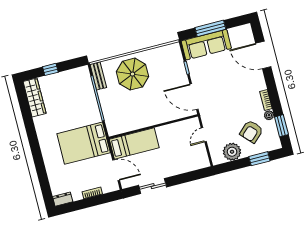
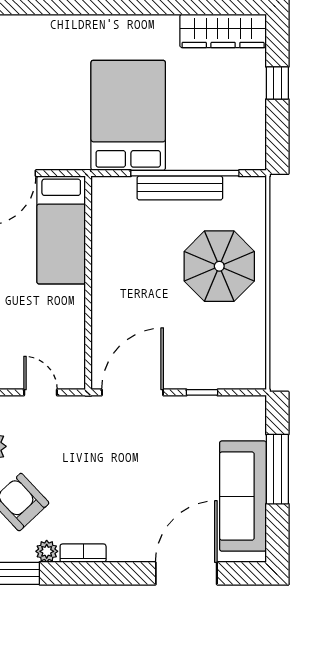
sofa: (206, 45) -> (243, 496), moved
bench: (98, 76) -> (180, 188), moved, width x1.36
bed: (84, 143) -> (128, 115), moved

